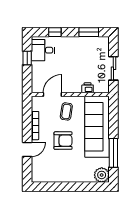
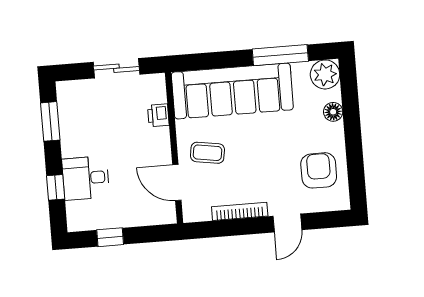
desk: (43, 50) -> (86, 178), moved, turned 90
armchair: (63, 141) -> (319, 170), moved
door: (27, 150) -> (287, 223), swing flipped
floor lamp: (82, 178) -> (333, 112), added

